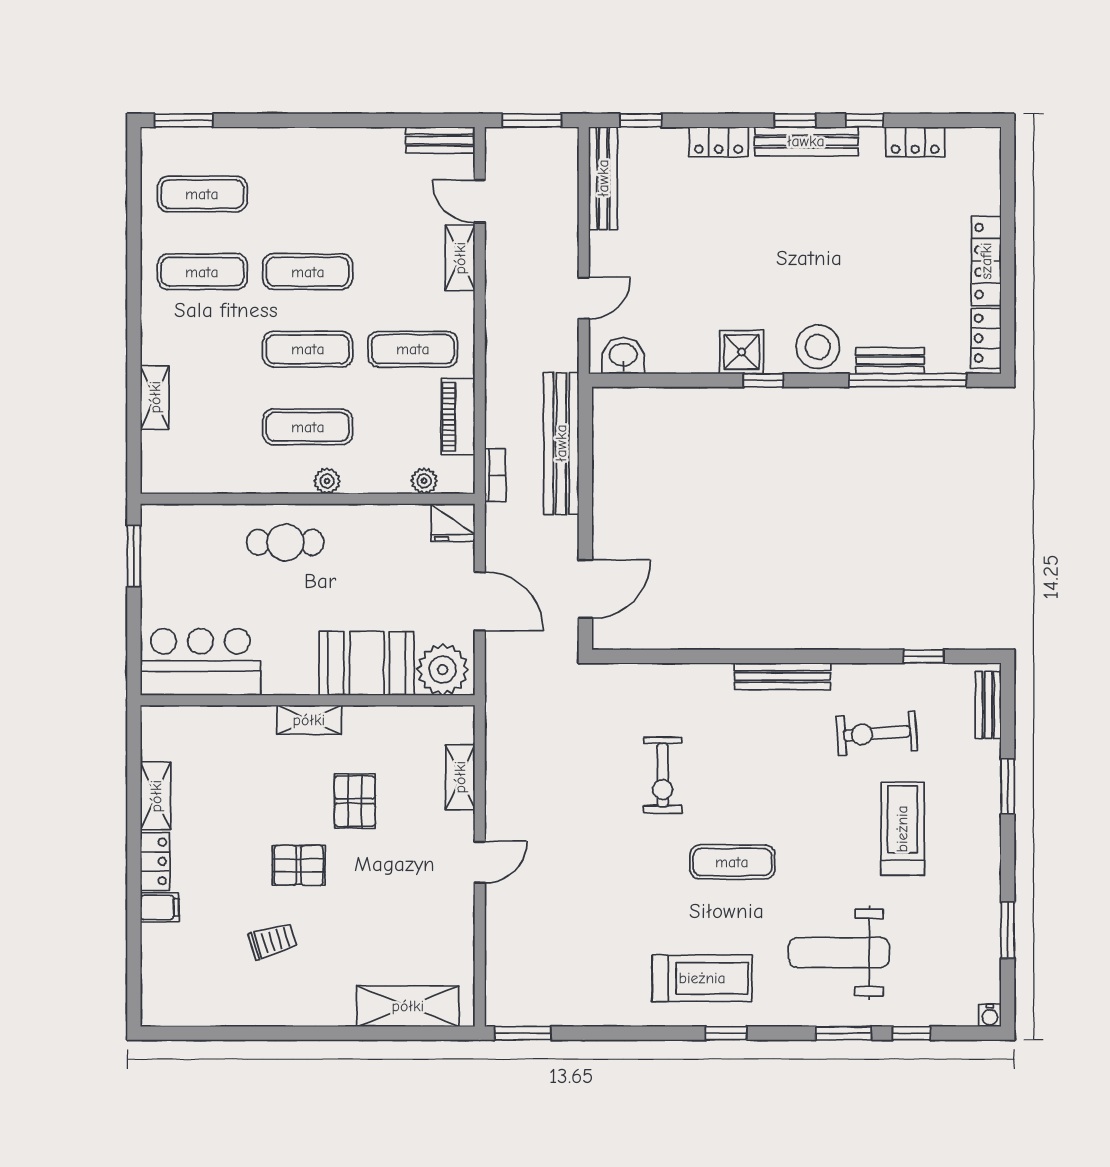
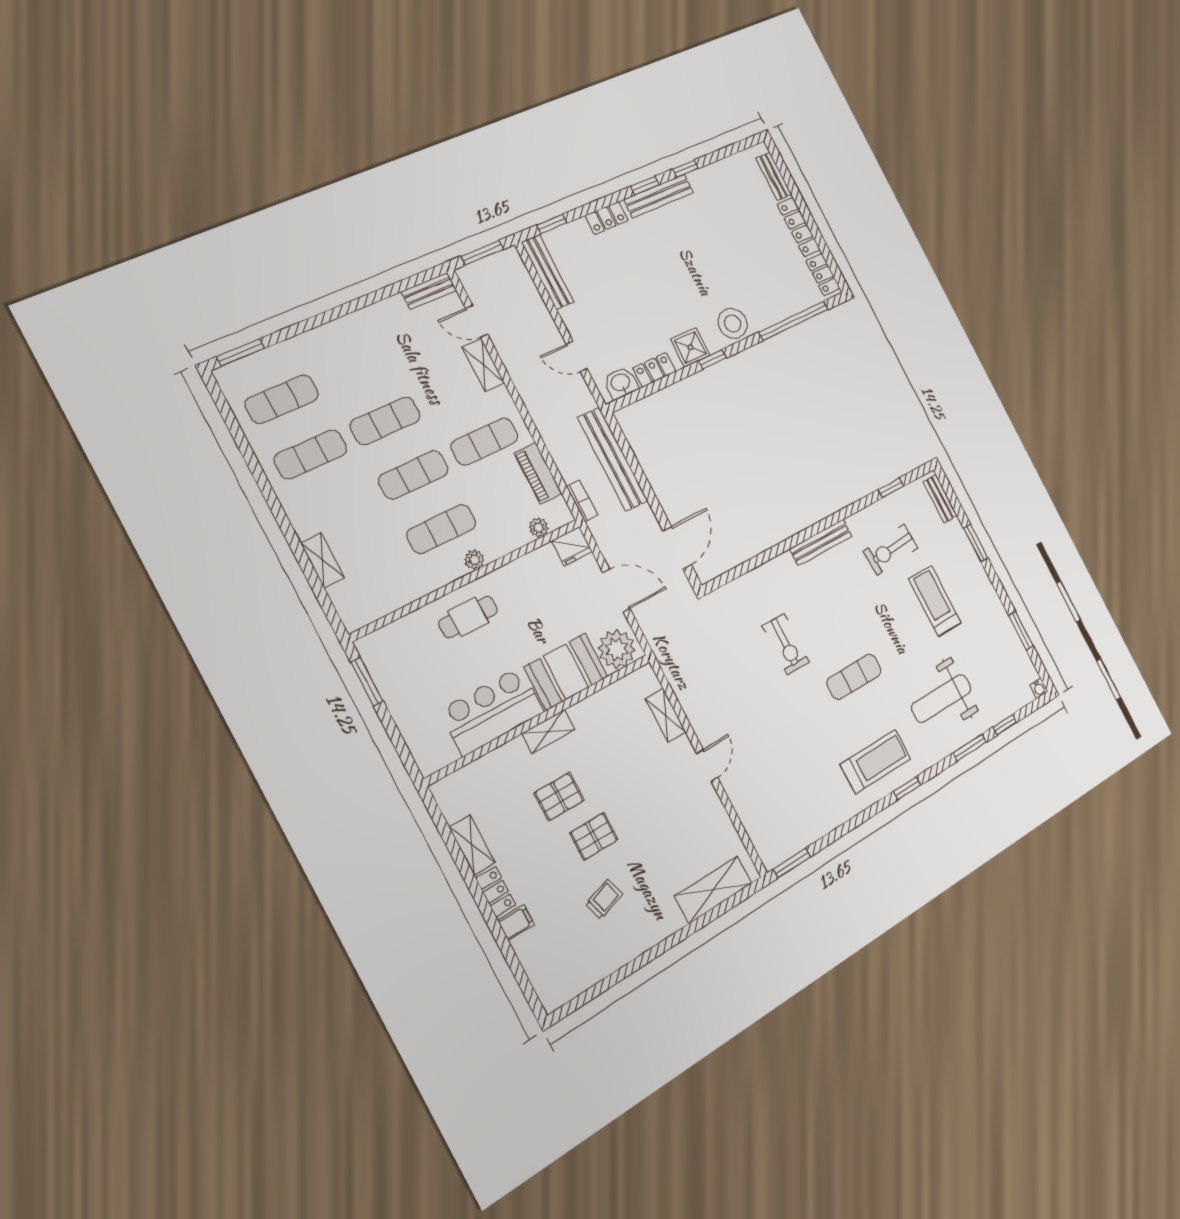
locker: (915, 142) -> (654, 370), moved, turned 180
door: (584, 298) -> (577, 356), swing flipped
bench: (890, 361) -> (774, 176), moved, turned 90
bar counter: (200, 662) -> (492, 711), moved
pallet: (355, 801) -> (559, 797), moved, turned 90

